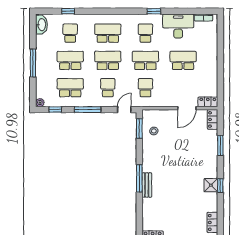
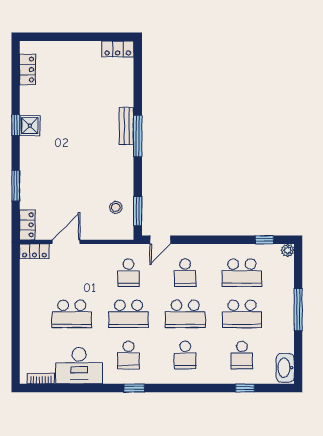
window: (154, 11) -> (134, 388), moved
school desk: (108, 33) -> (185, 355), width x0.54
window: (88, 110) -> (216, 240), removed

